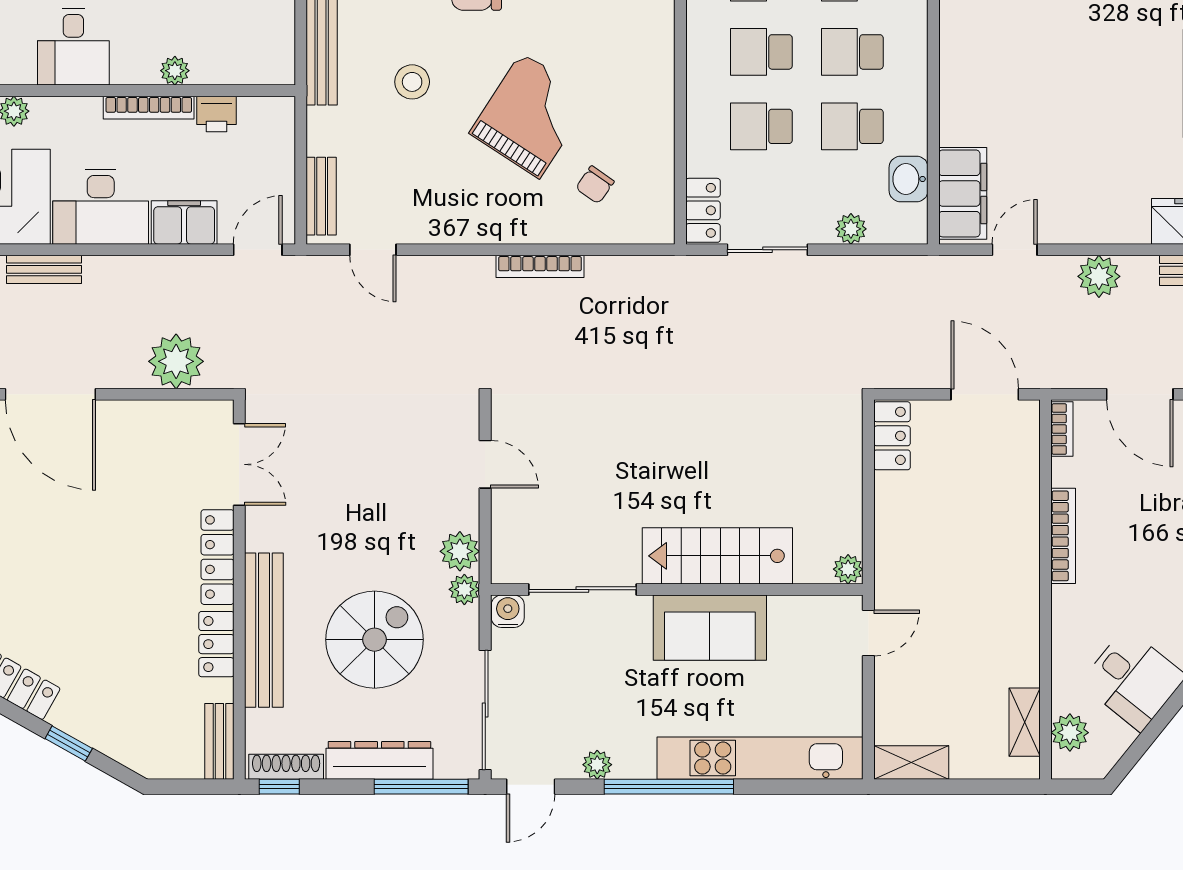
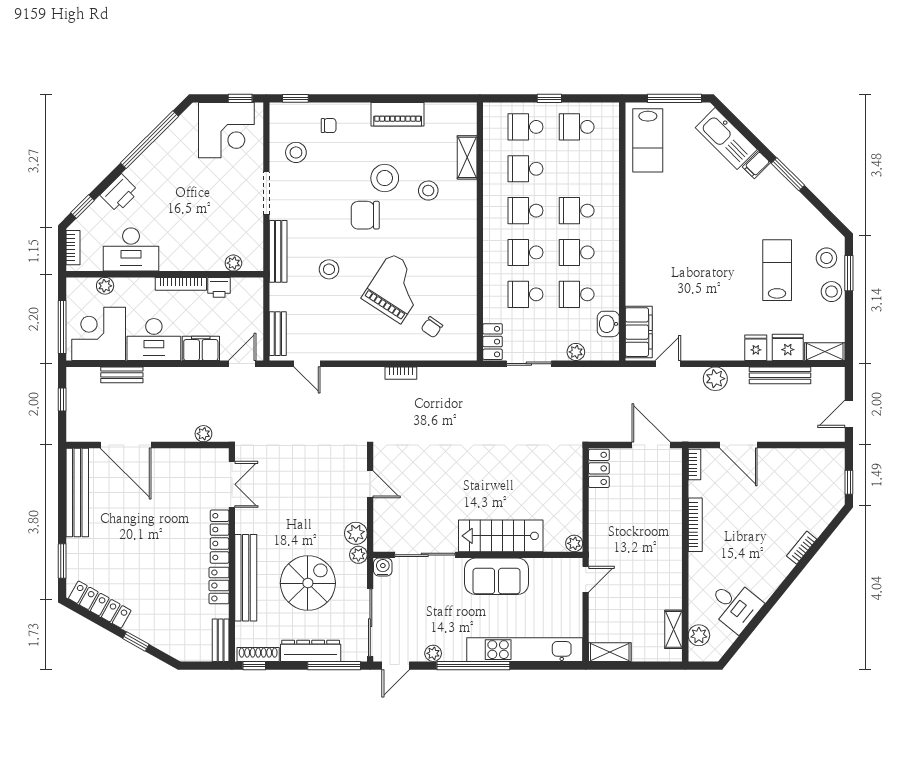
desk: (73, 47) -> (131, 250), width x1.37
plant: (175, 71) -> (233, 263), moved
bookcase: (540, 266) -> (401, 373), width x0.64
plant: (176, 361) -> (203, 434), width x0.53, depth x0.53

